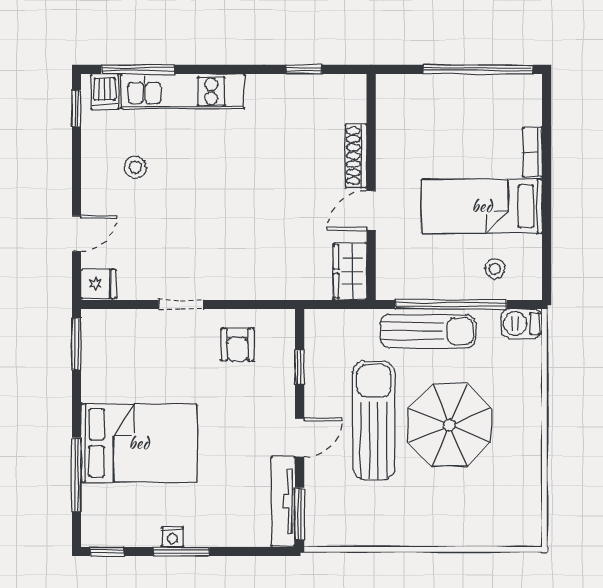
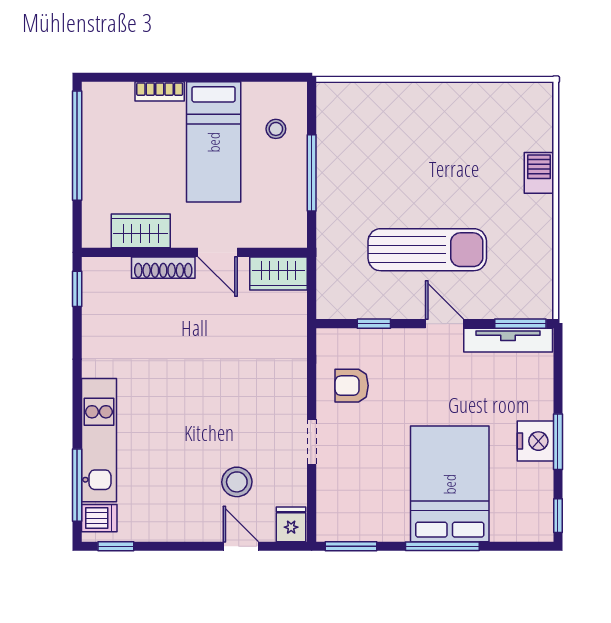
window: (304, 69) -> (77, 289), moved
wardrobe: (393, 133) -> (141, 231), added
stool: (135, 167) -> (237, 482), moved, width x1.37, depth x1.37
window: (451, 304) -> (312, 173), width x0.68
barbecue: (522, 324) -> (539, 173), moved, turned 180
sun lounger: (428, 331) -> (338, 195), removed
armchair: (238, 345) -> (352, 386), turned 180
sun lounger: (374, 420) -> (427, 250), turned 180
parasol: (449, 425) -> (432, 174), removed
window: (76, 475) -> (442, 546), moved
nightstand: (172, 537) -> (535, 441), width x1.89, depth x1.79

